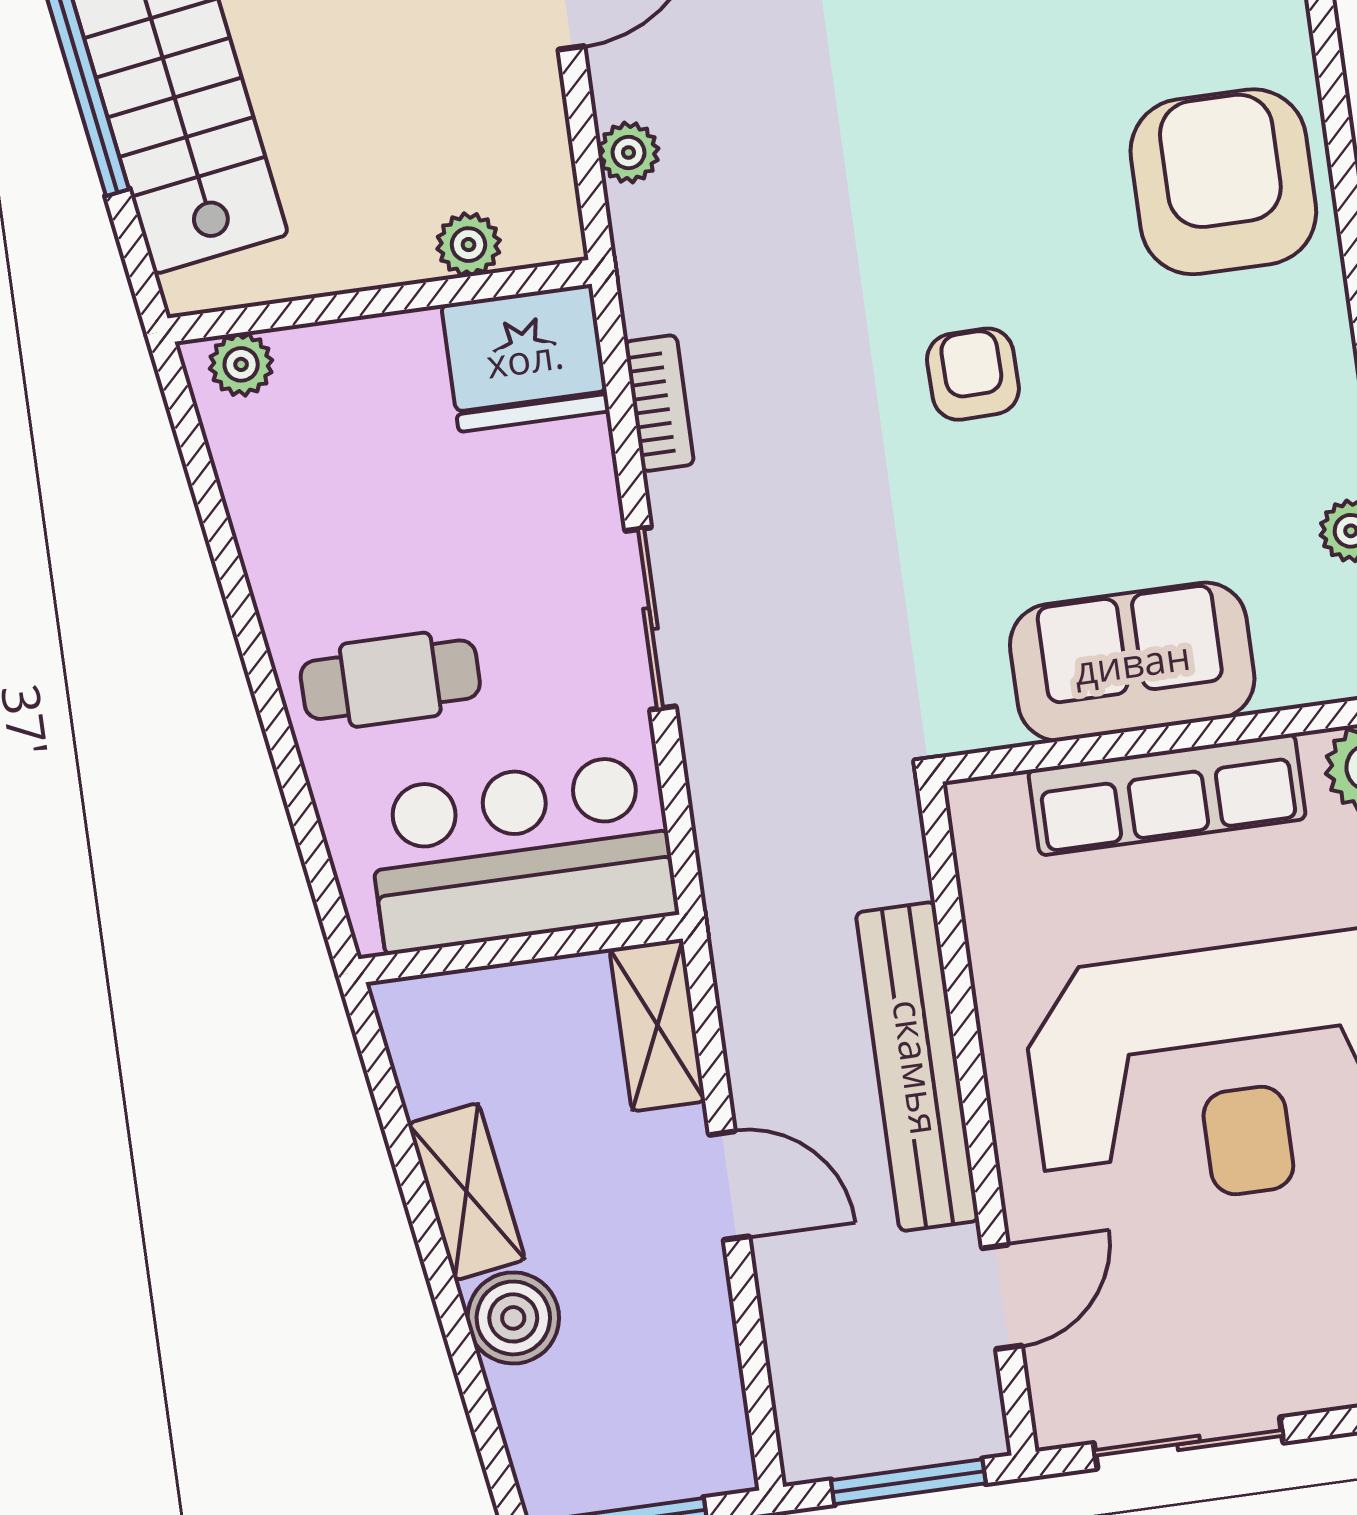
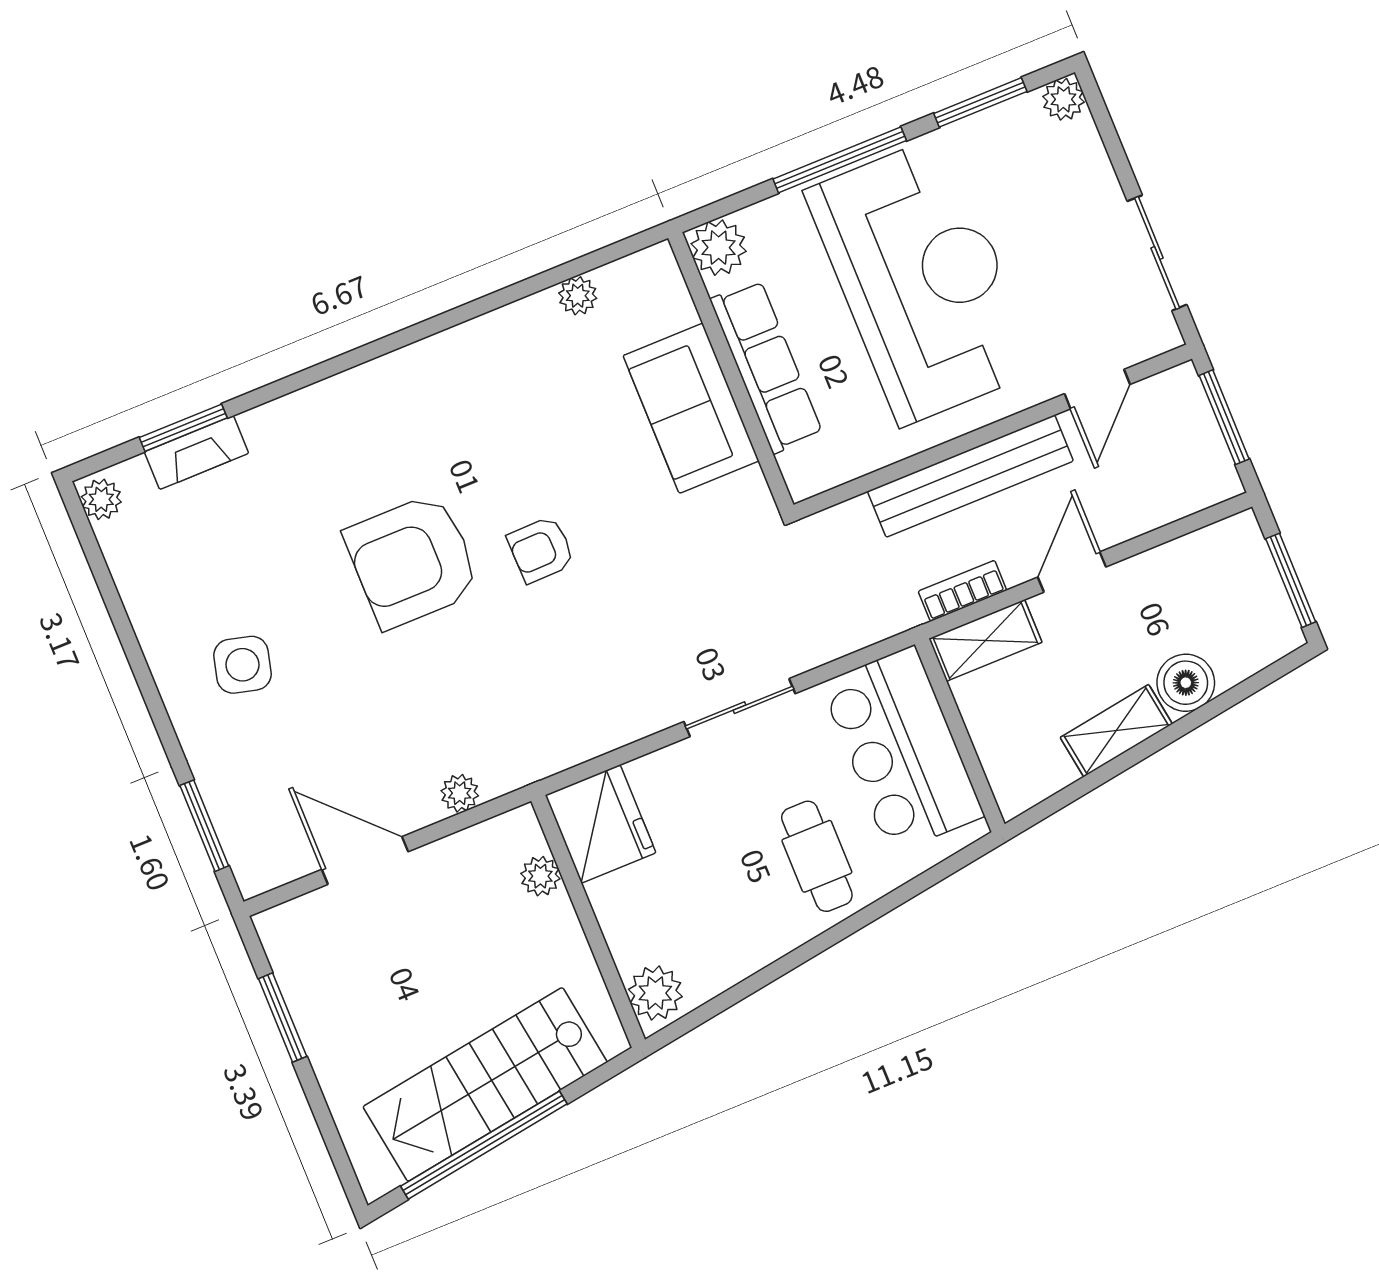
armchair: (1223, 182) -> (412, 561), moved
plant: (241, 364) -> (655, 993), width x1.38, depth x1.38
bookcase: (659, 403) -> (962, 591), moved
door: (1002, 1297) -> (1097, 389), swing flipped

